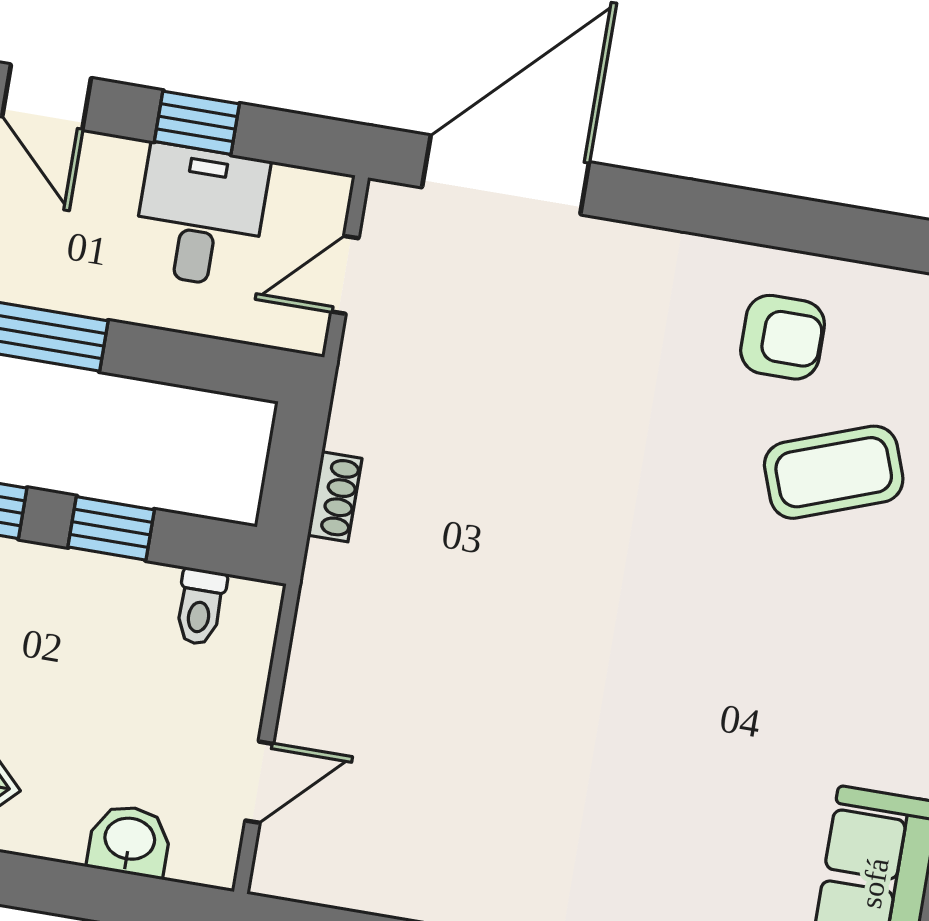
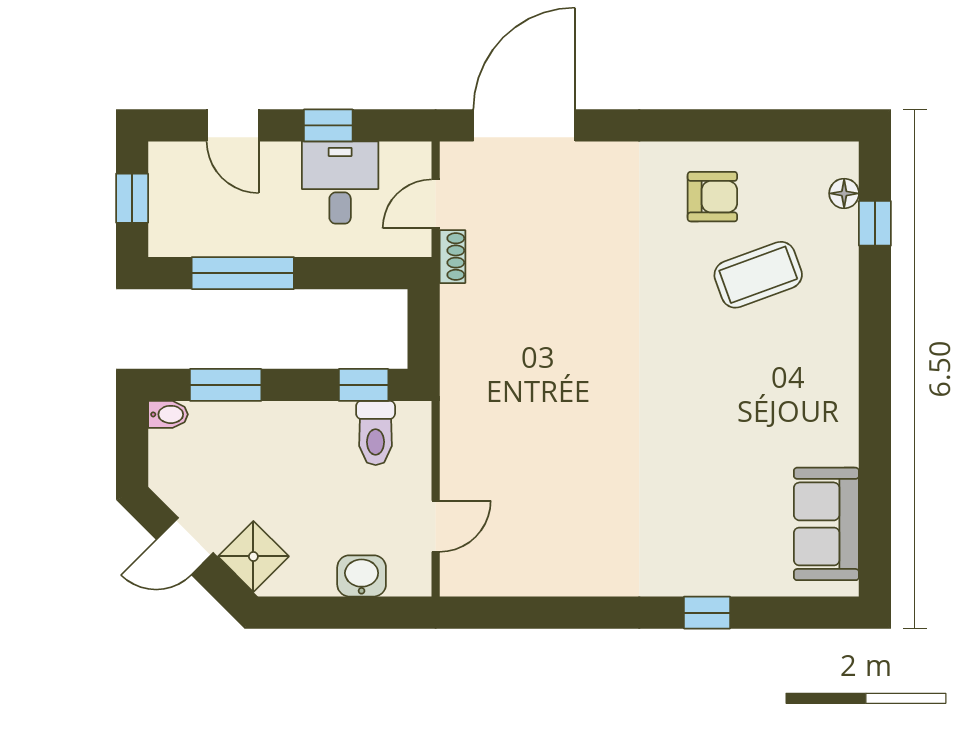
shoe rack: (335, 497) -> (452, 257), moved
window: (111, 528) -> (364, 385), moved
toilet: (200, 607) -> (376, 433), width x1.37, depth x1.39

